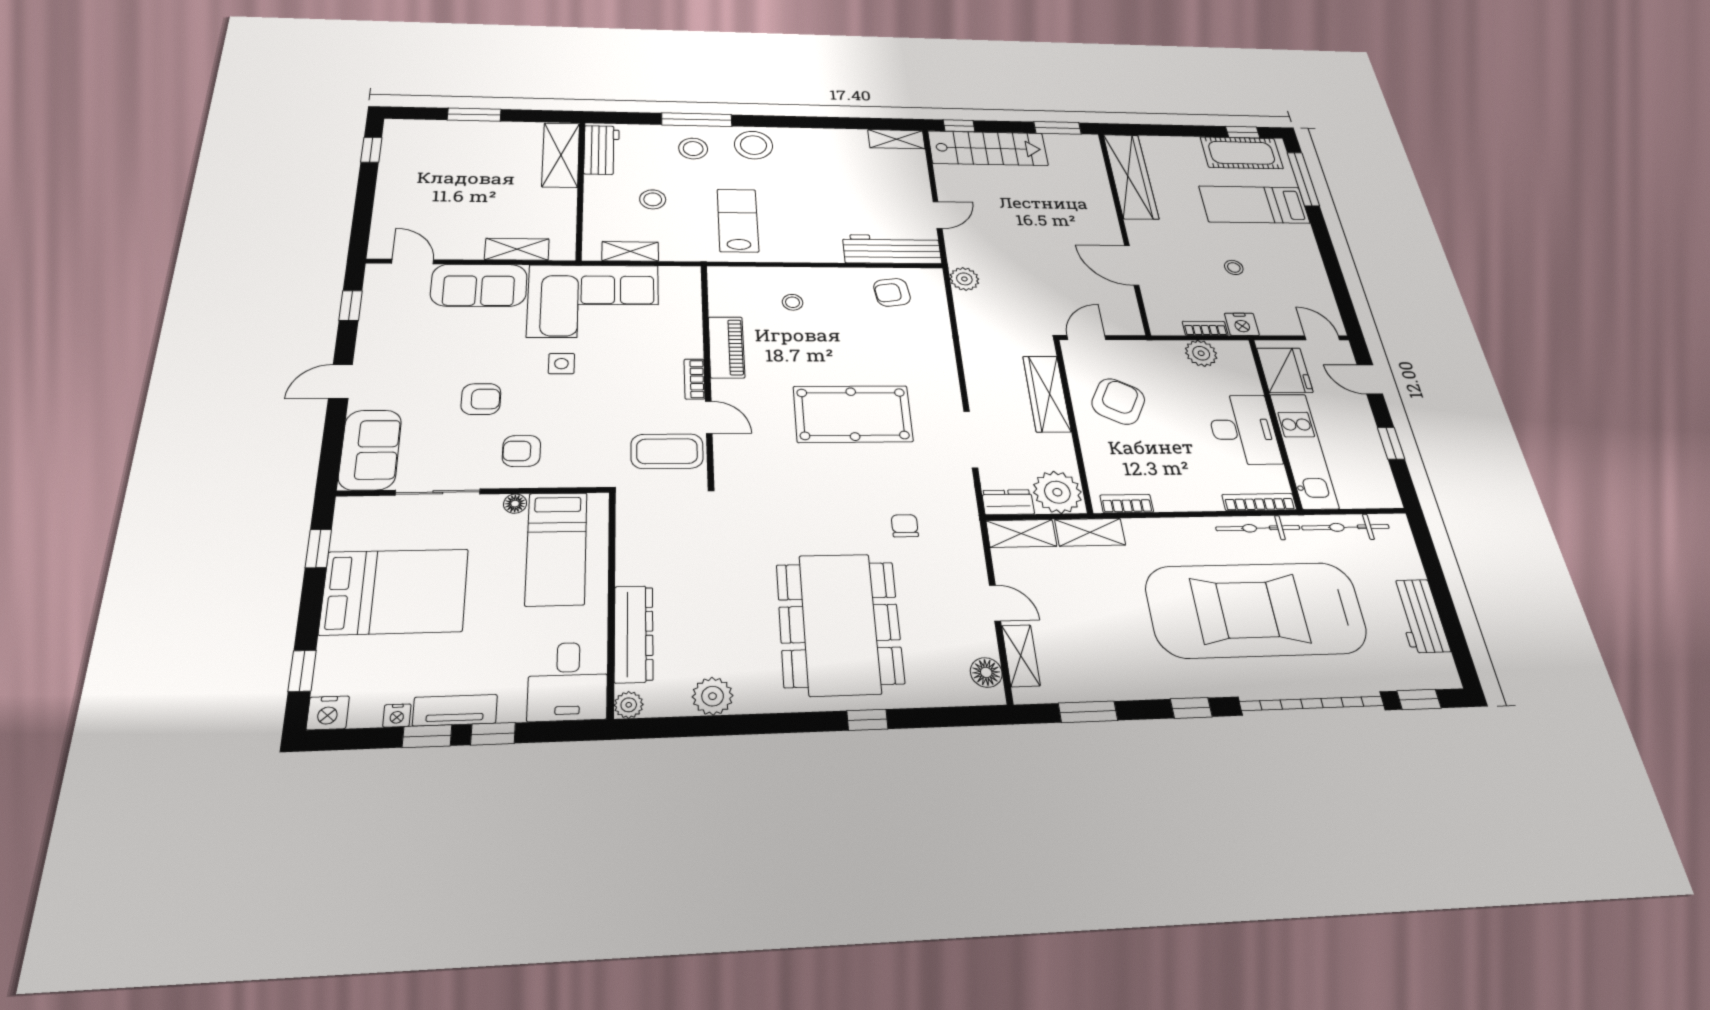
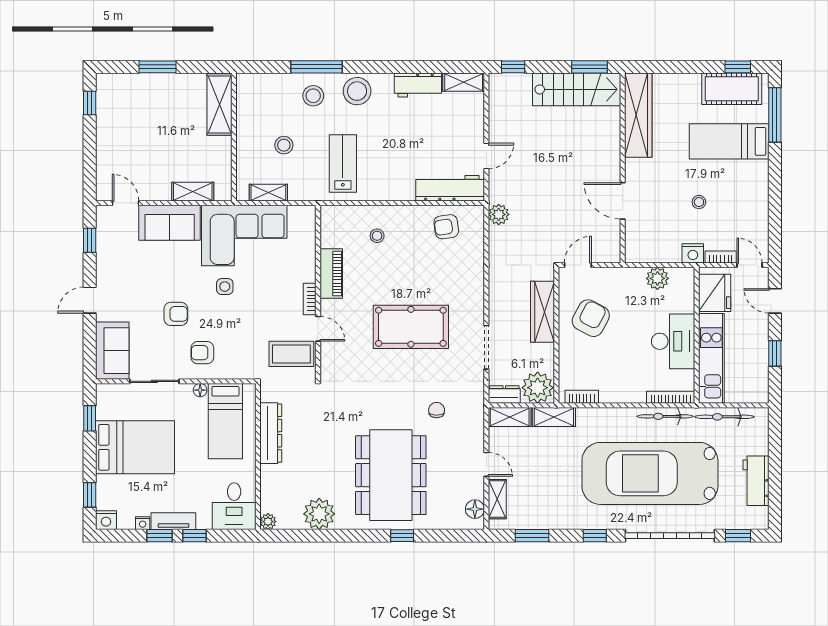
stairs: (988, 148) -> (577, 89), moved
workbench: (602, 150) -> (418, 85), moved, turned 90
bookcase: (1205, 328) -> (721, 257), moved
dresser: (634, 634) -> (271, 433), moved
plant: (713, 696) -> (319, 514), width x1.36, depth x1.36

